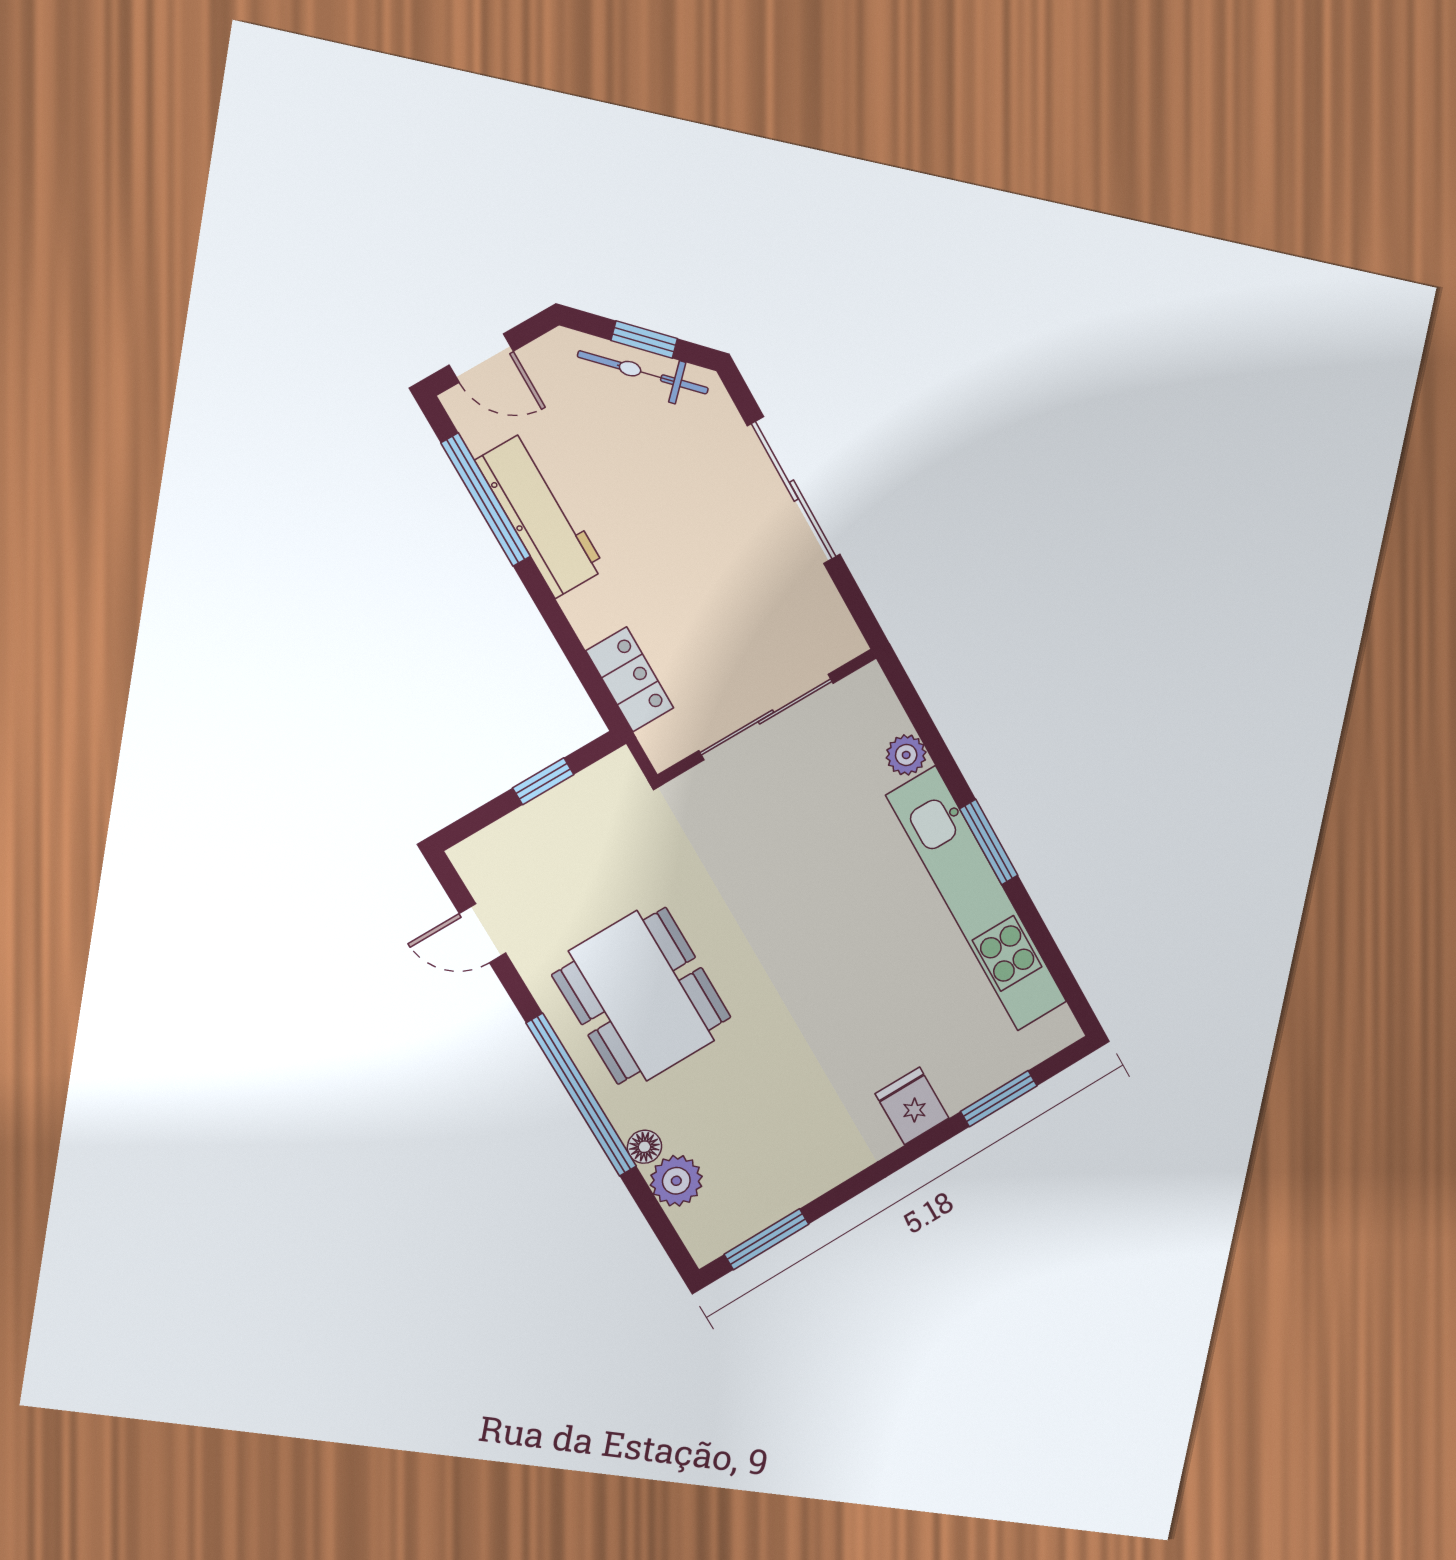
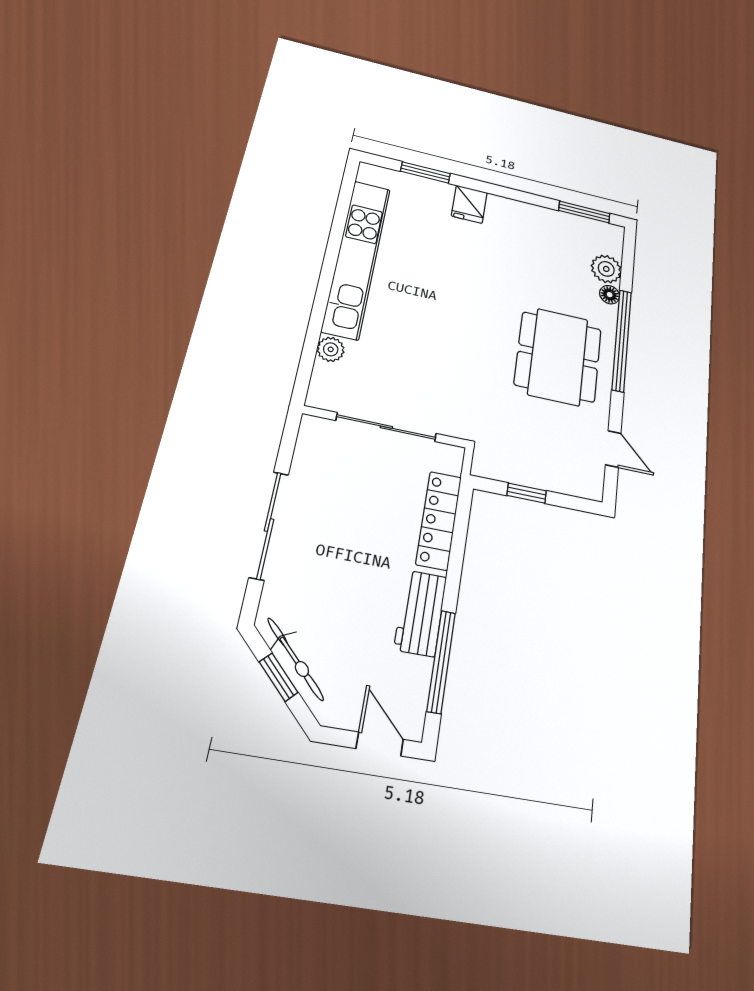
workbench: (541, 515) -> (420, 613), width x0.73
locker: (630, 679) -> (439, 520), width x1.53
window: (989, 842) -> (327, 277), removed

